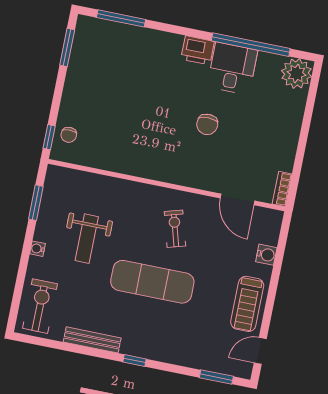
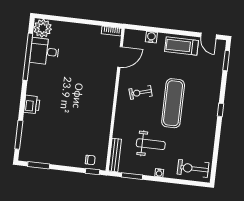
printer: (198, 50) -> (32, 104), moved
desk: (232, 68) -> (45, 51), moved
chair: (207, 124) -> (77, 79), removed
treadmill: (247, 304) -> (181, 46), turned 180
bench: (92, 340) -> (115, 155), moved

